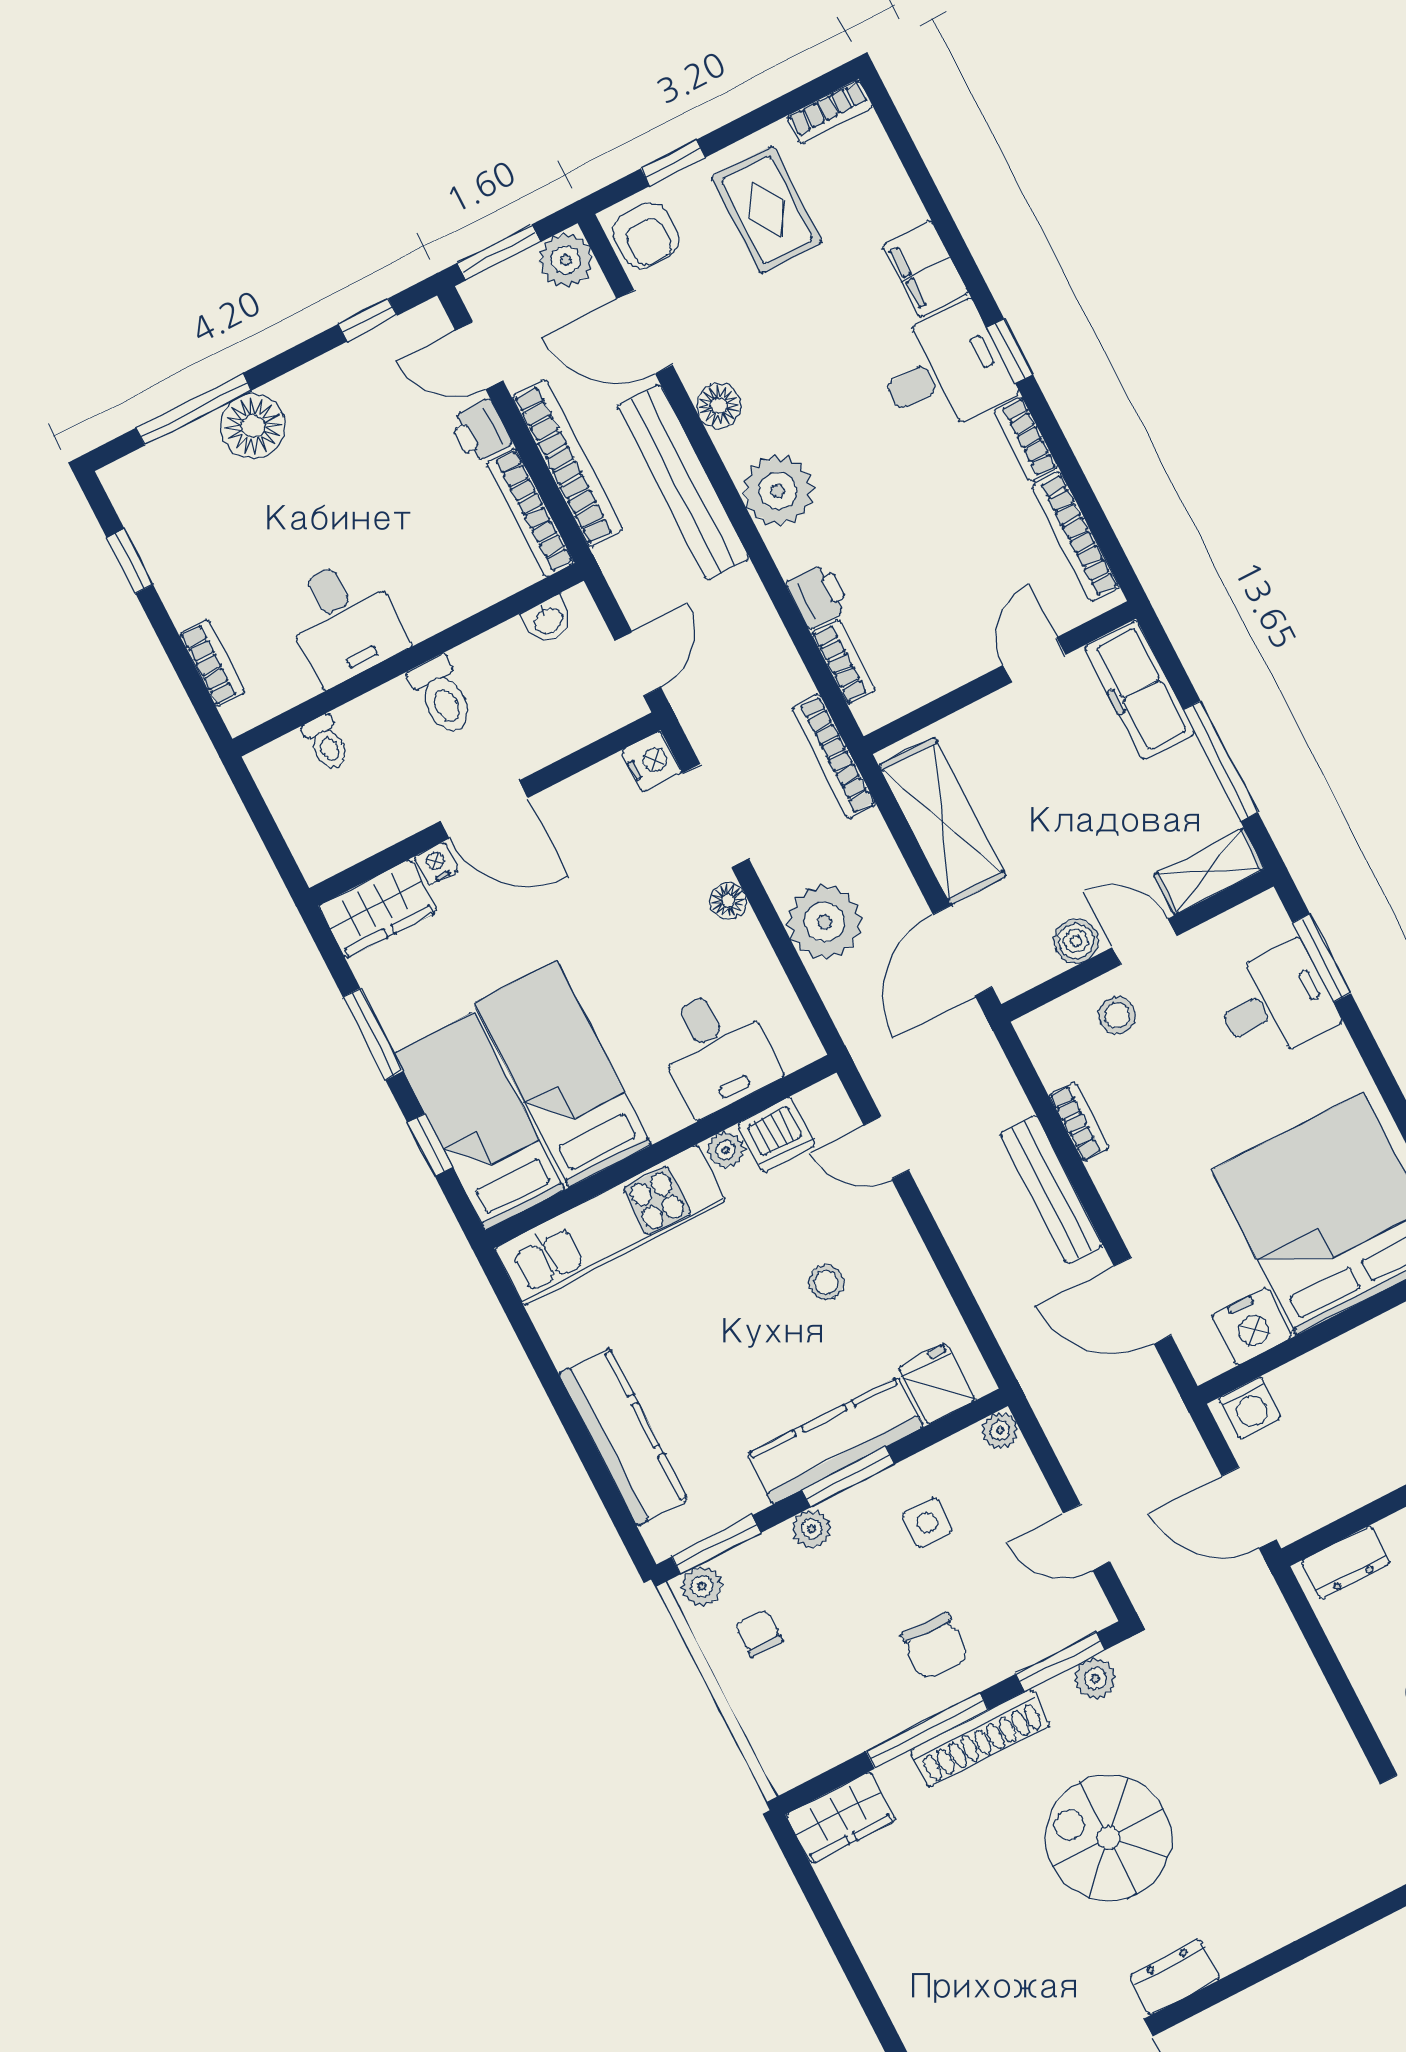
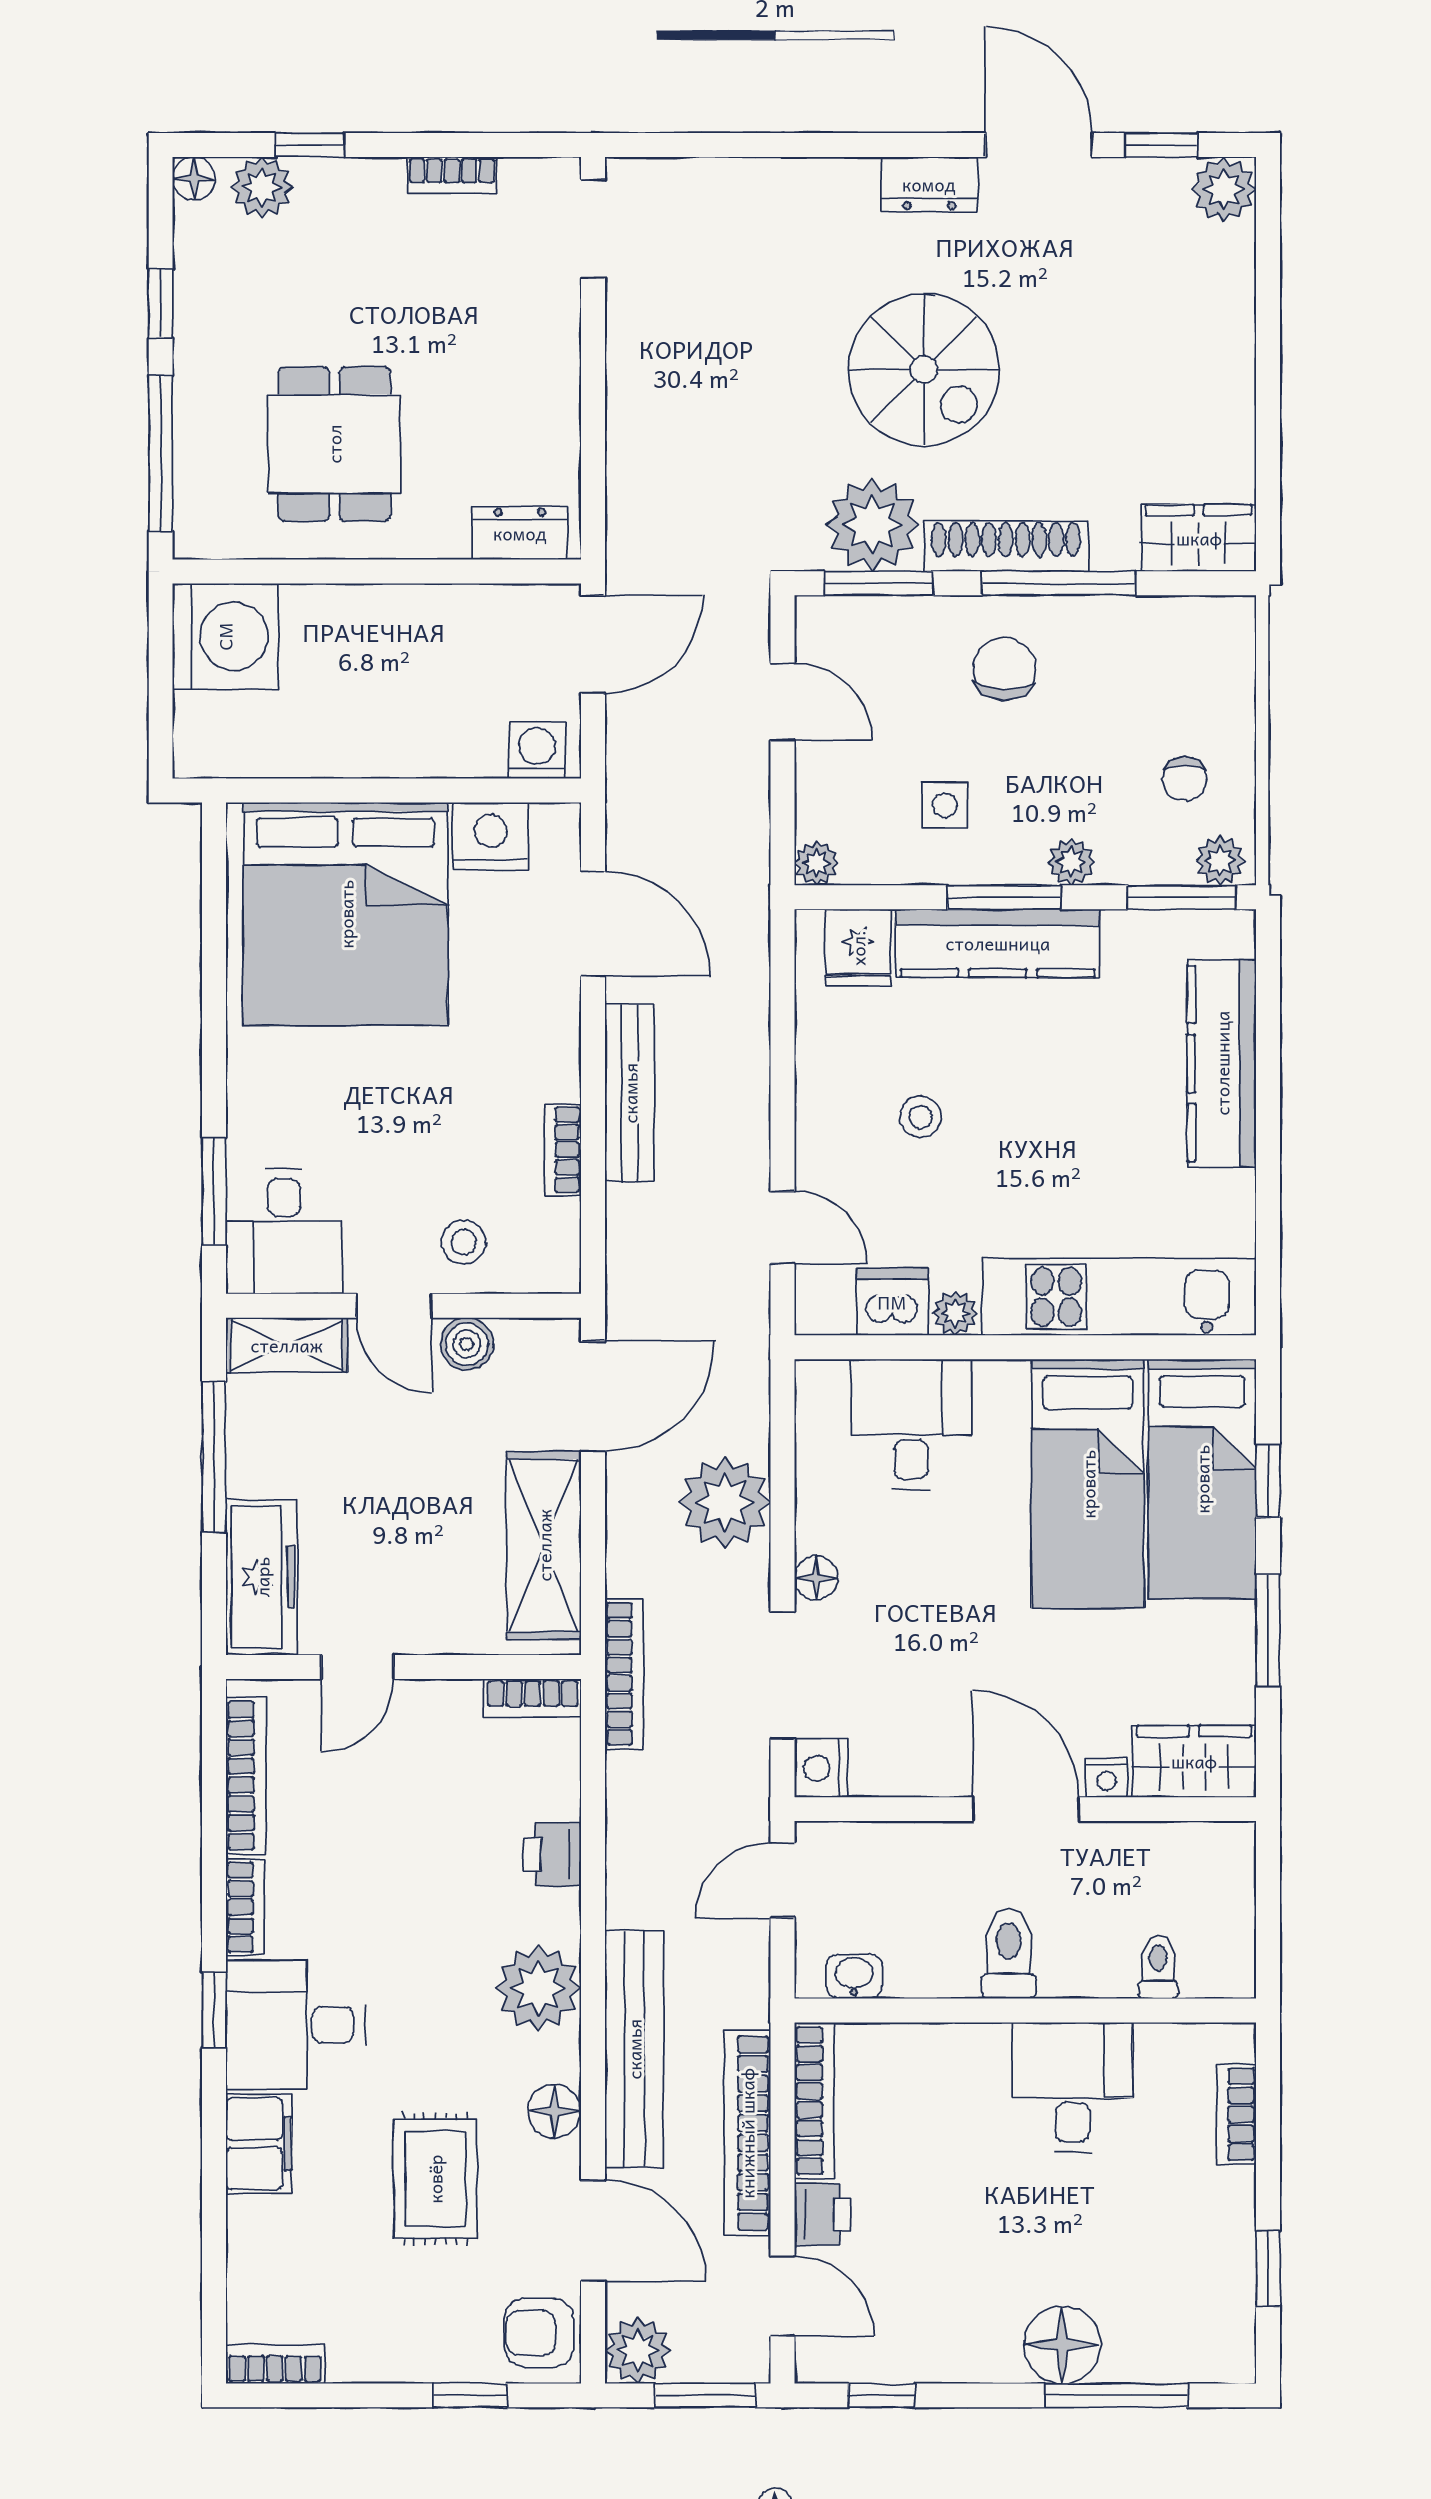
rug: (767, 210) -> (435, 2179), moved
armchair: (646, 236) -> (539, 2333), turned -90
bookcase: (844, 662) -> (533, 1698), moved, turned -90
desk: (1275, 1003) -> (284, 1231), moved, turned -90
door: (1249, 1508) -> (593, 644), hinge flipped
plant: (1095, 1679) -> (872, 525), width x1.88, depth x1.88

